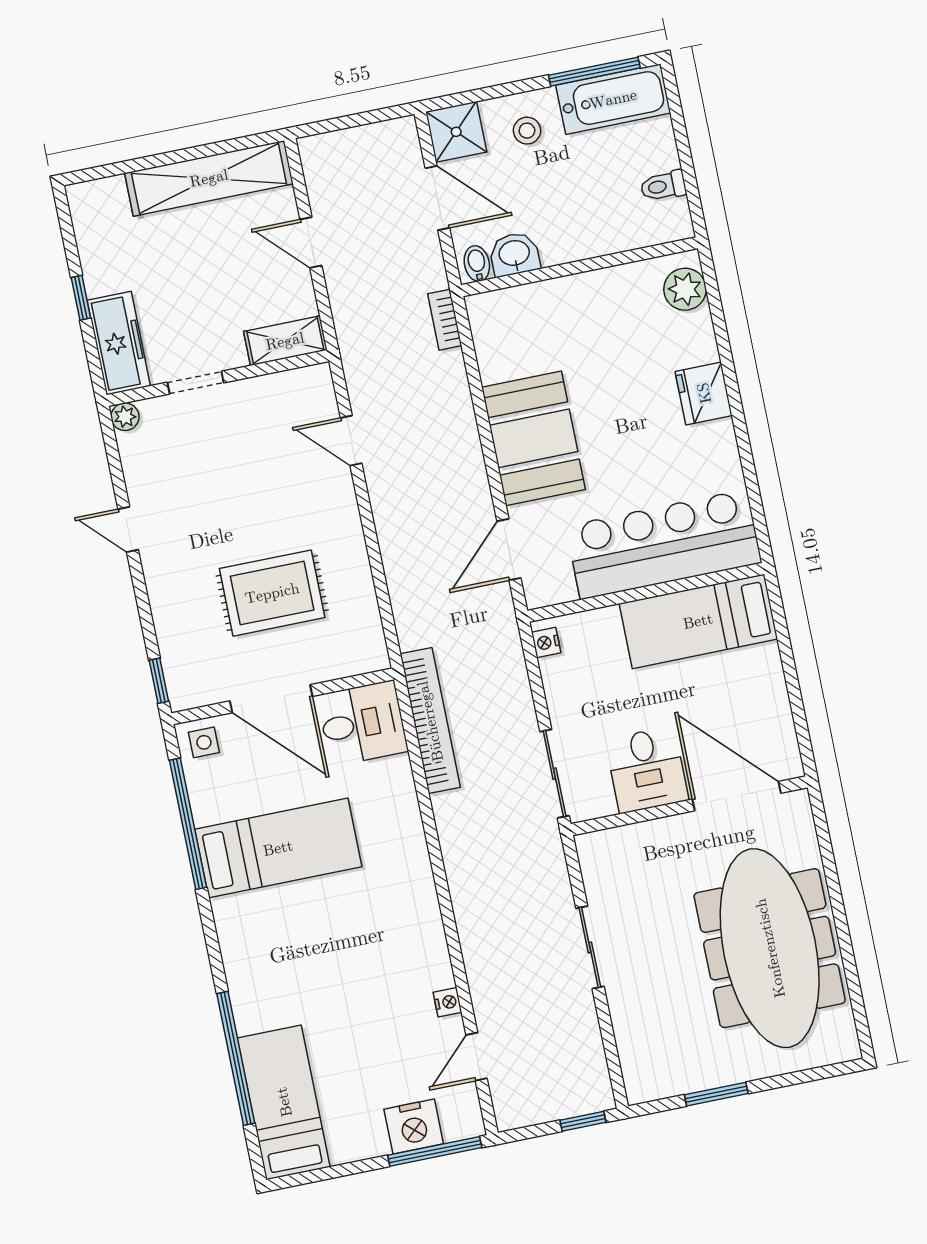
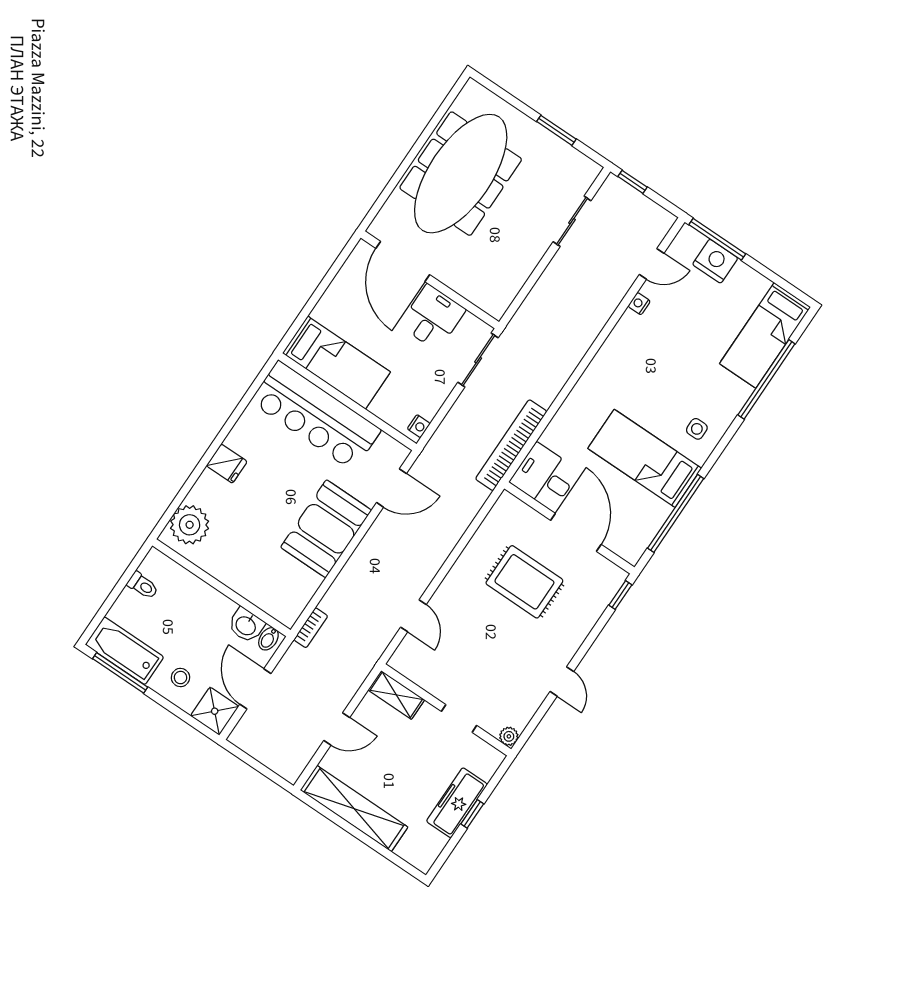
door: (311, 242) -> (337, 729), hinge flipped
plant: (685, 289) -> (190, 525), width x1.36, depth x1.36
freezer: (119, 343) -> (457, 803), moved
fridge: (704, 393) -> (227, 464), width x0.72
side table: (204, 742) -> (697, 429), moved
sliding door: (590, 947) -> (572, 221), moved

